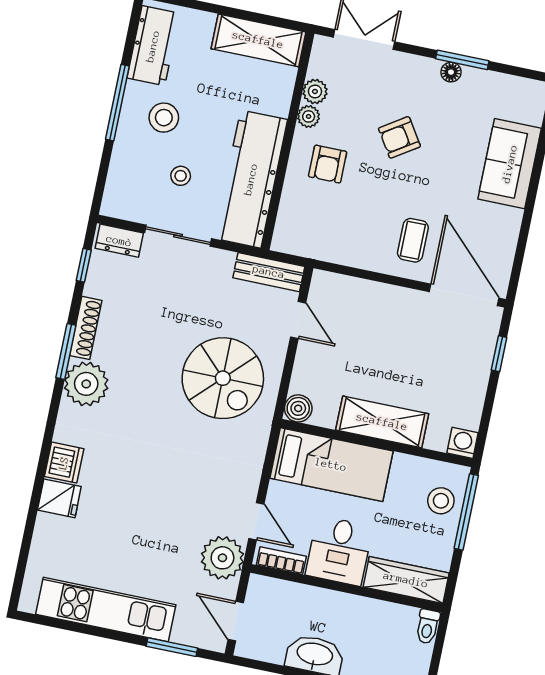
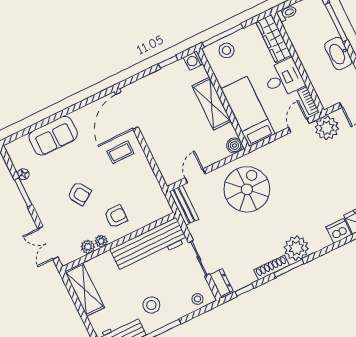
floor lamp: (451, 72) -> (23, 174), moved
stool: (181, 176) -> (197, 299), moved
window: (499, 354) -> (168, 62), moved

